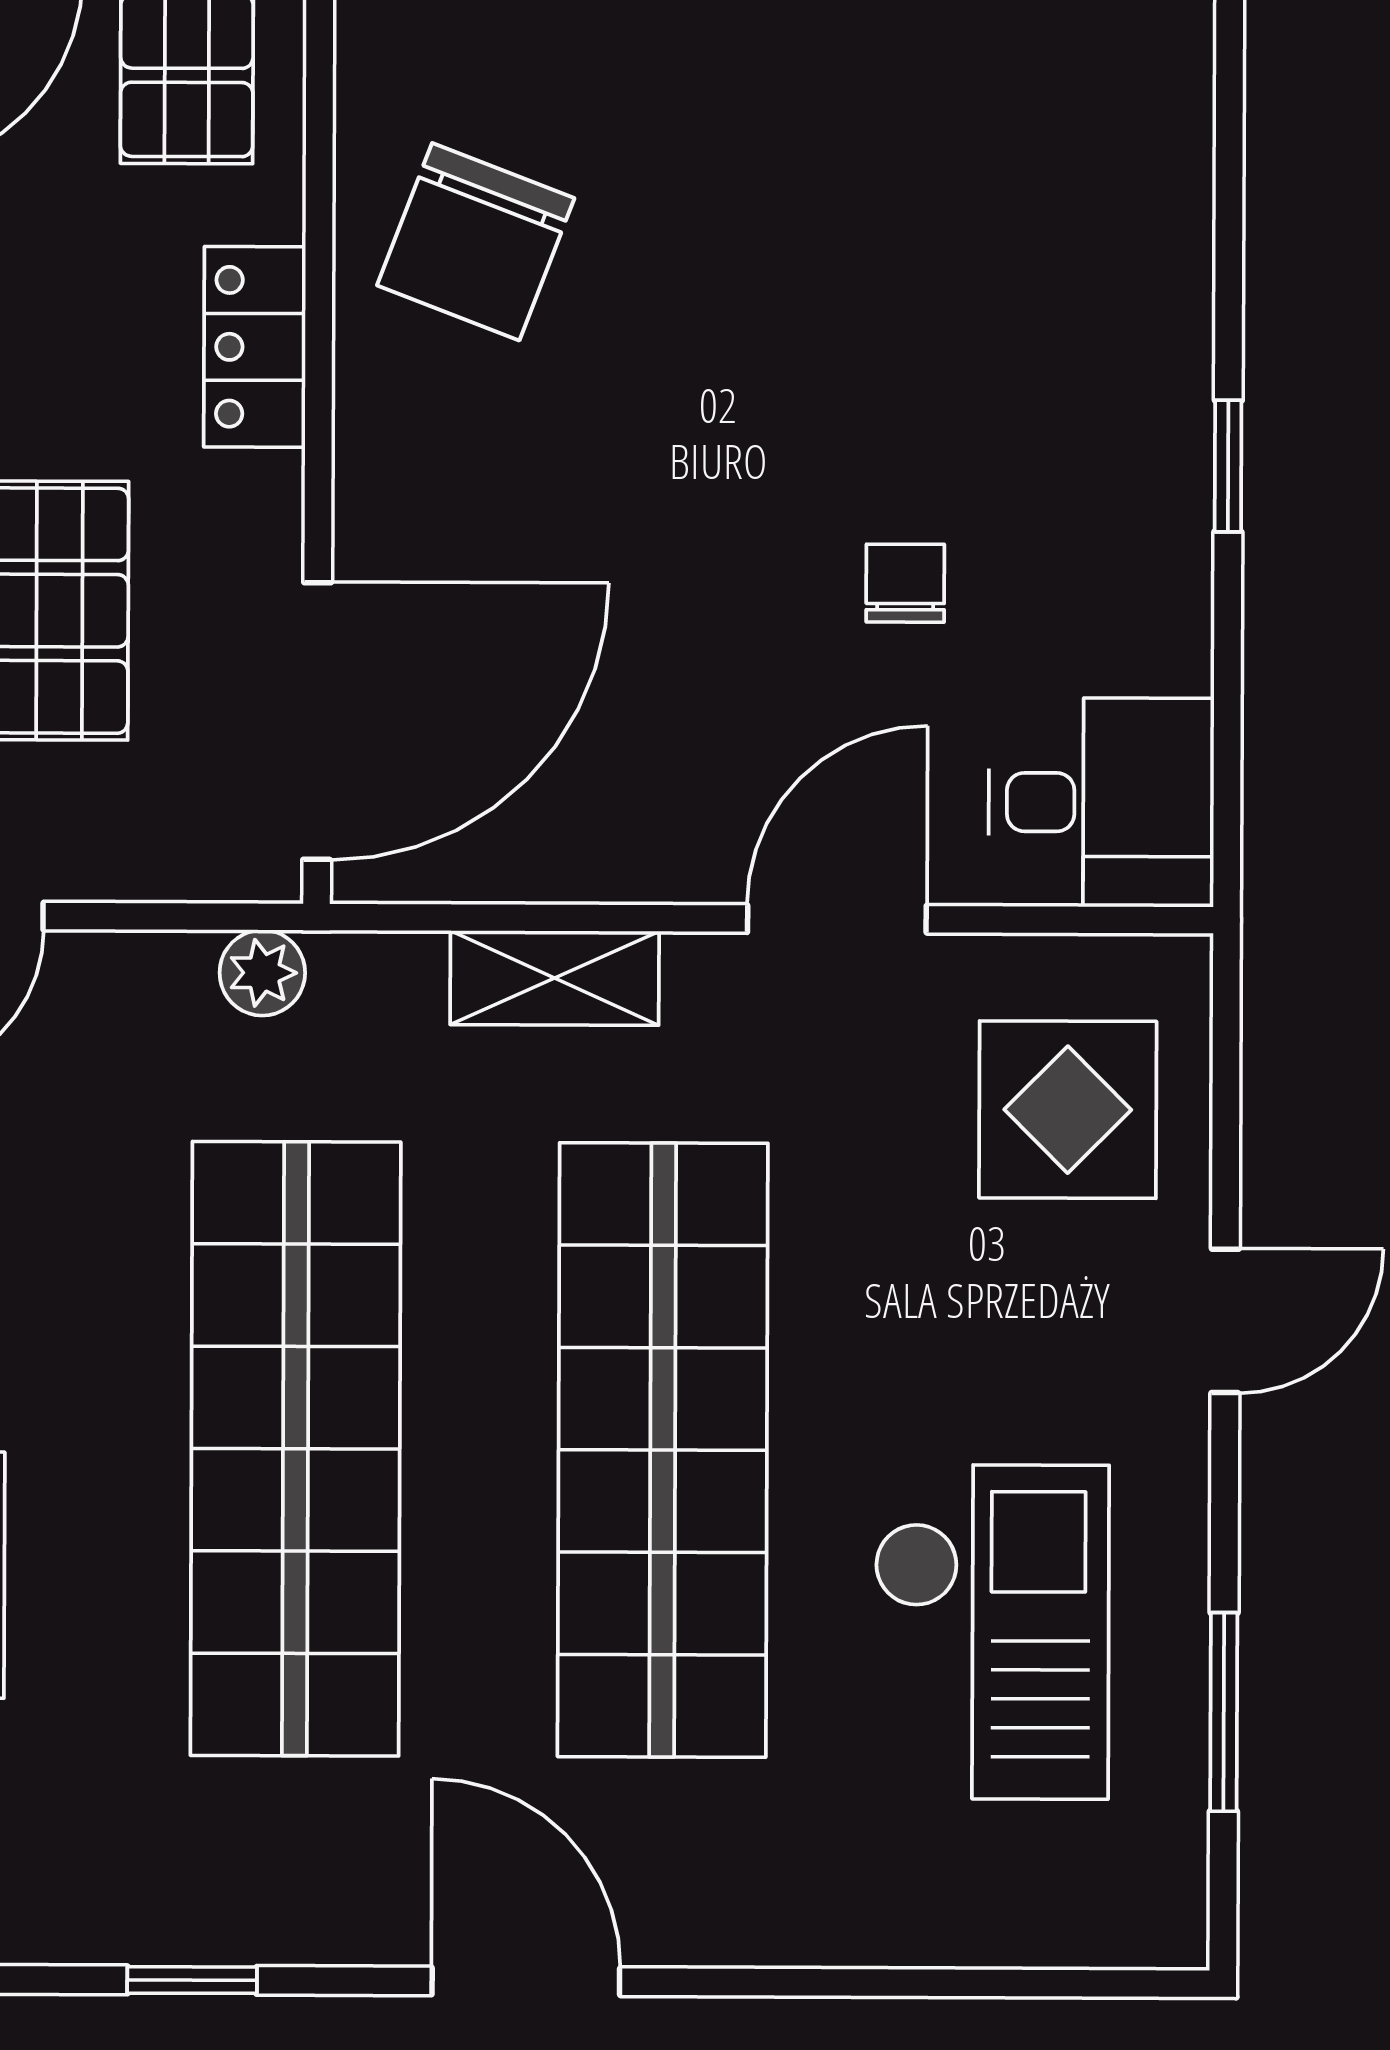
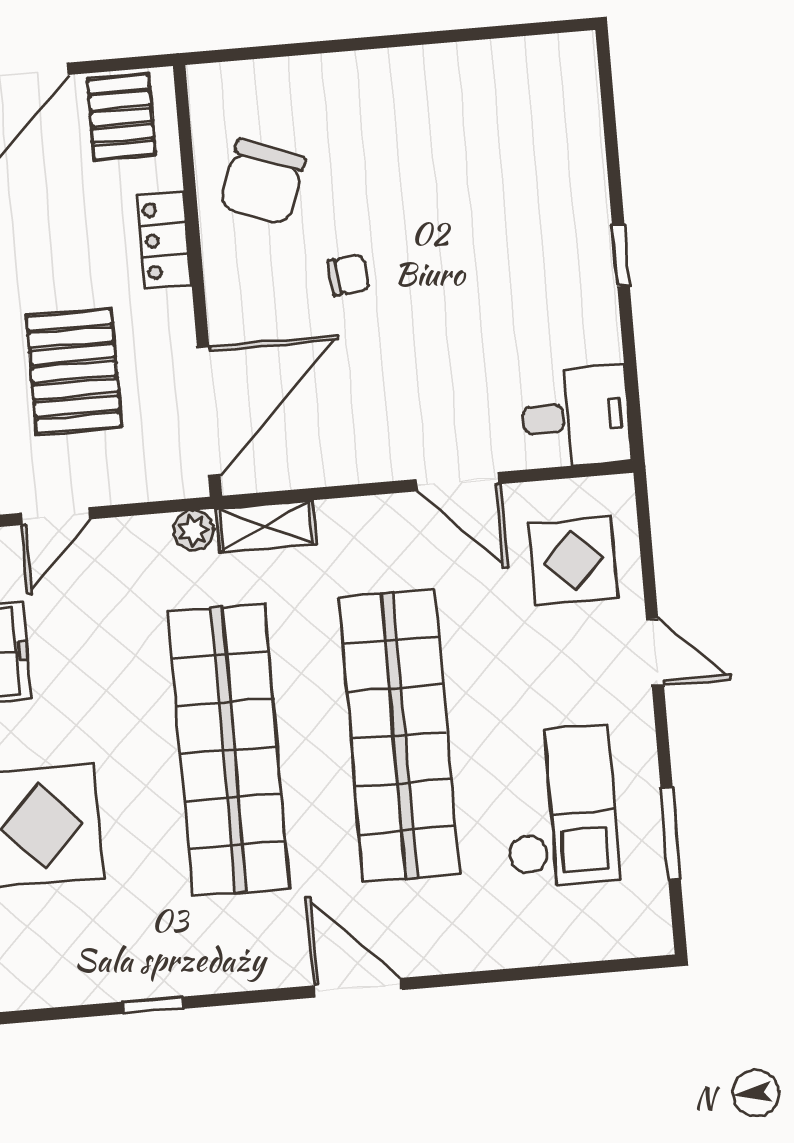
chair: (905, 583) -> (349, 275), moved, turned 85
door: (837, 919) -> (458, 482), swing flipped
shelving: (555, 978) -> (266, 526), moved
door: (1225, 1321) -> (655, 652), hinge flipped
window: (192, 1980) -> (153, 1005), moved

